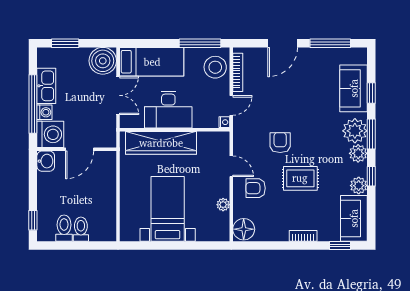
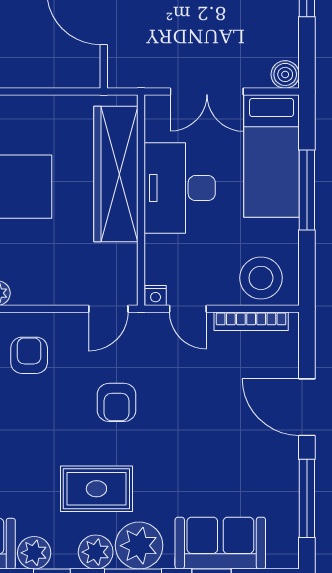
window: (200, 43) -> (307, 190), moved
boiler: (103, 61) -> (285, 74), width x0.54, depth x0.54
armchair: (280, 143) -> (117, 402), turned 90
door: (231, 166) -> (108, 309), moved
rug: (300, 178) -> (96, 489), moved, turned 90

